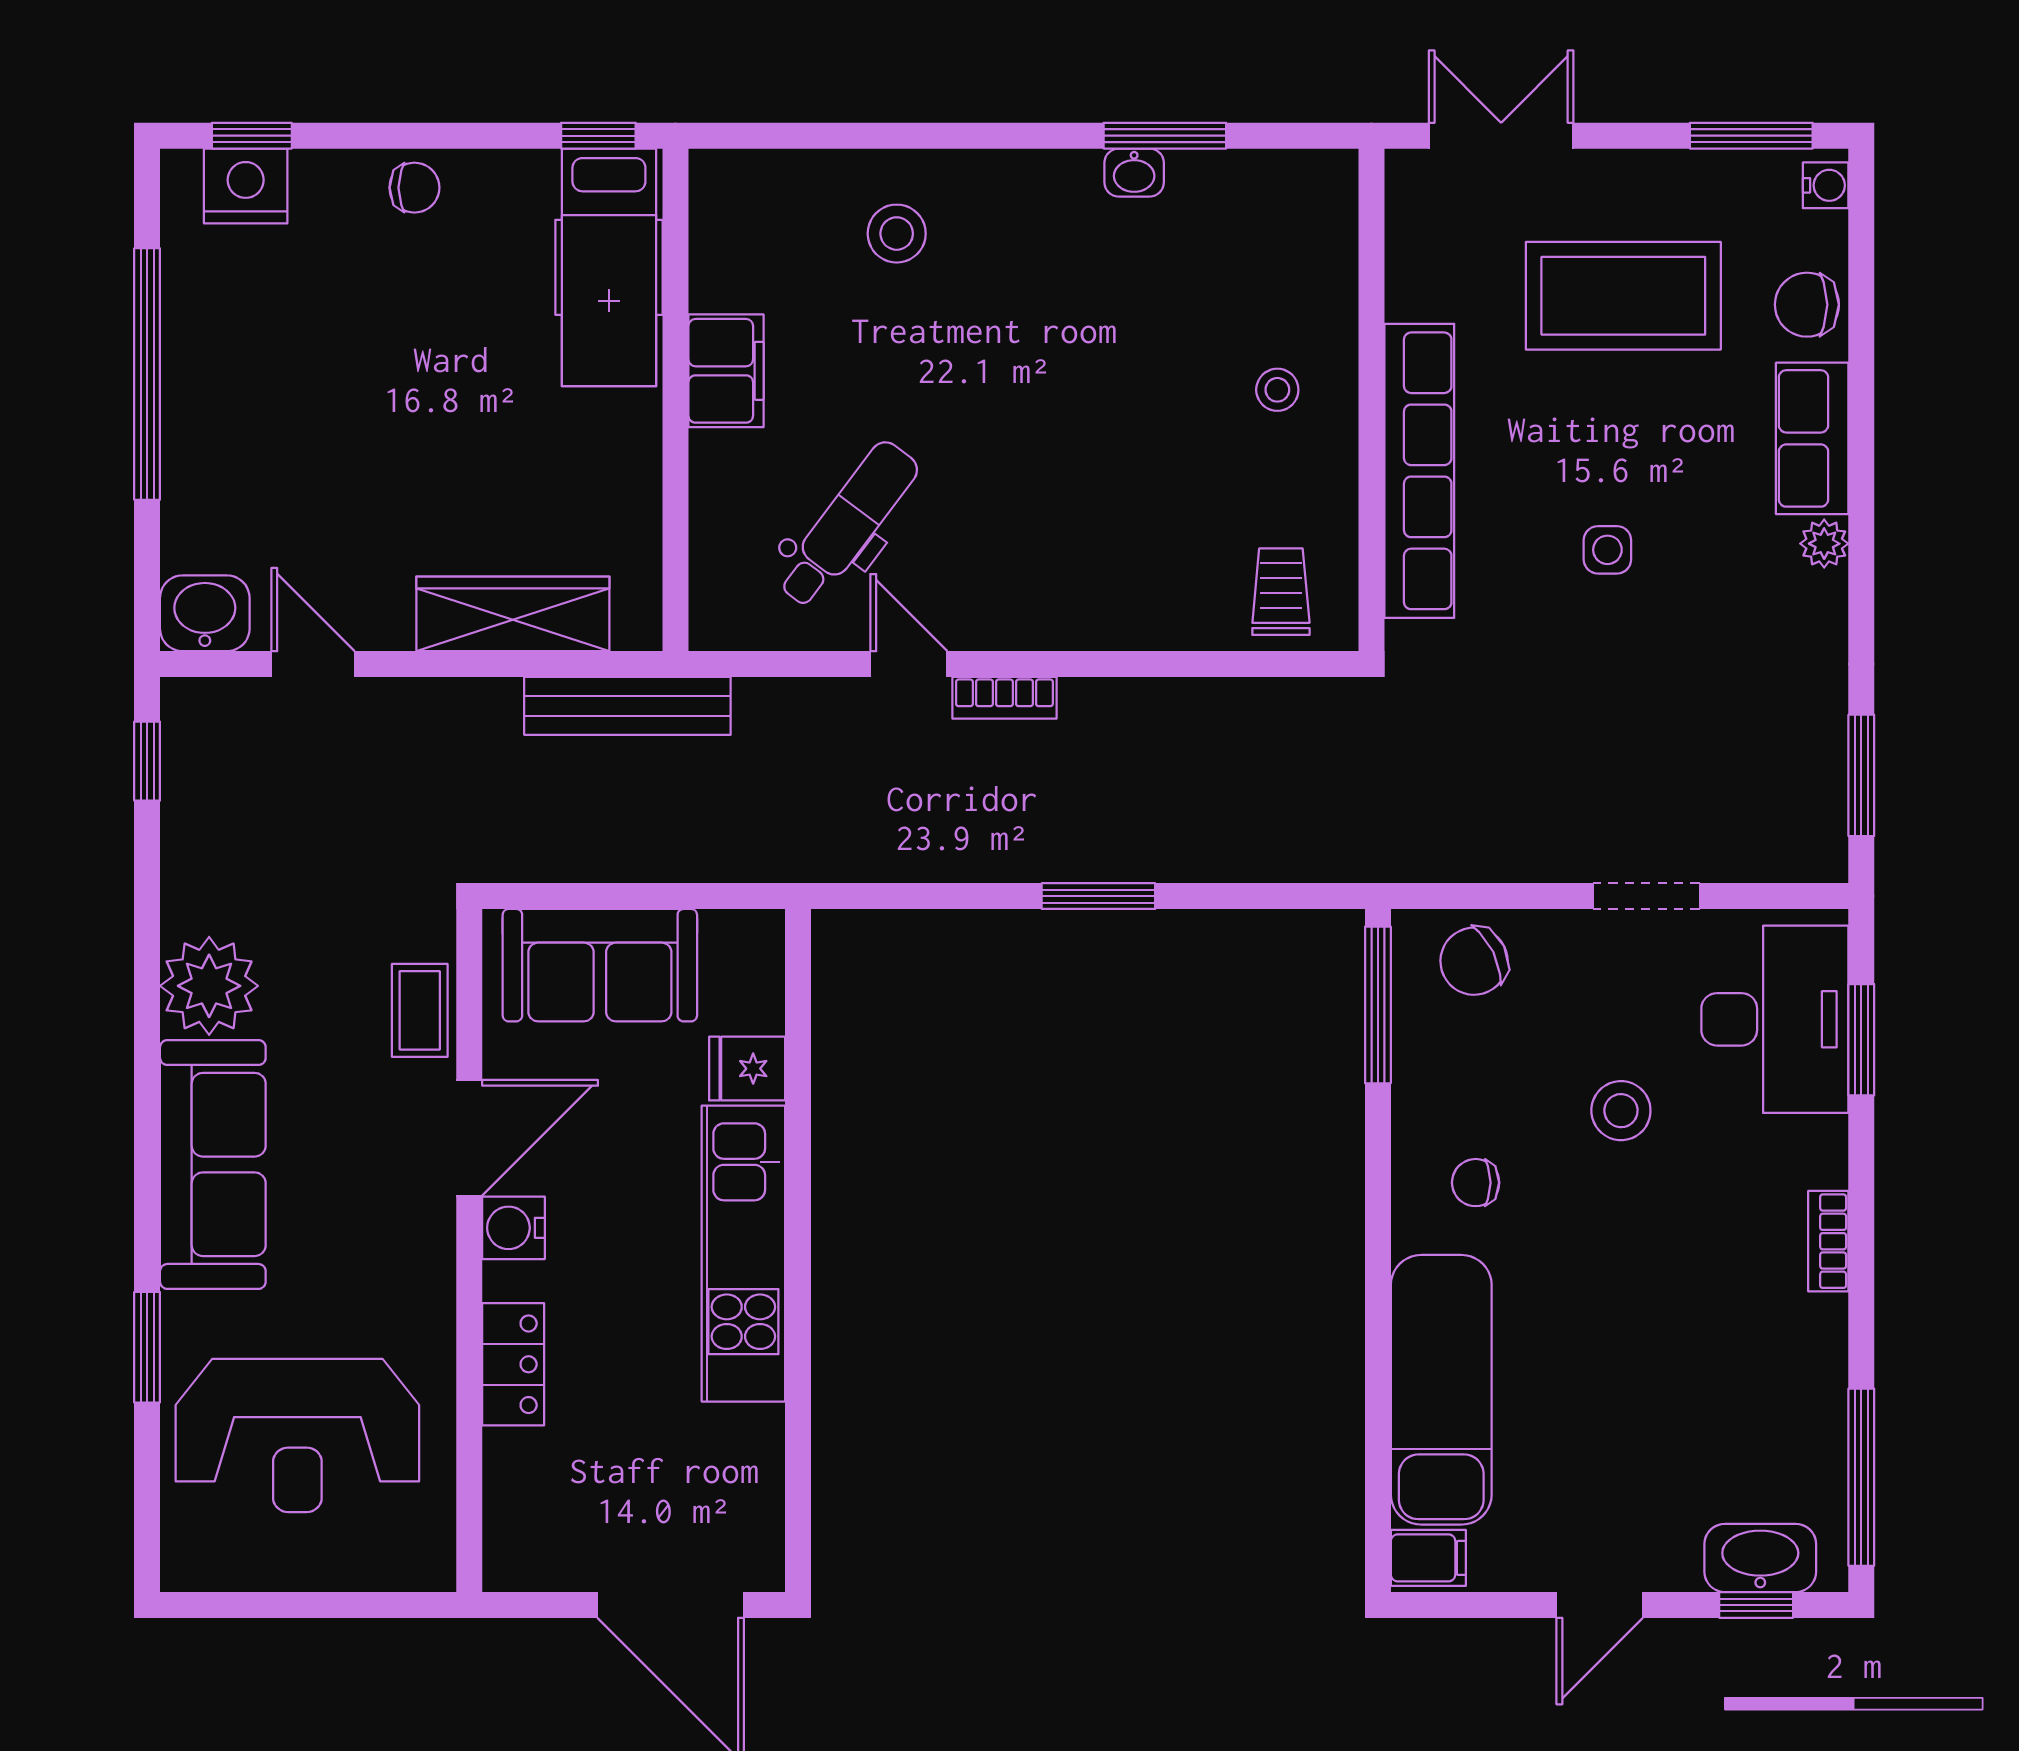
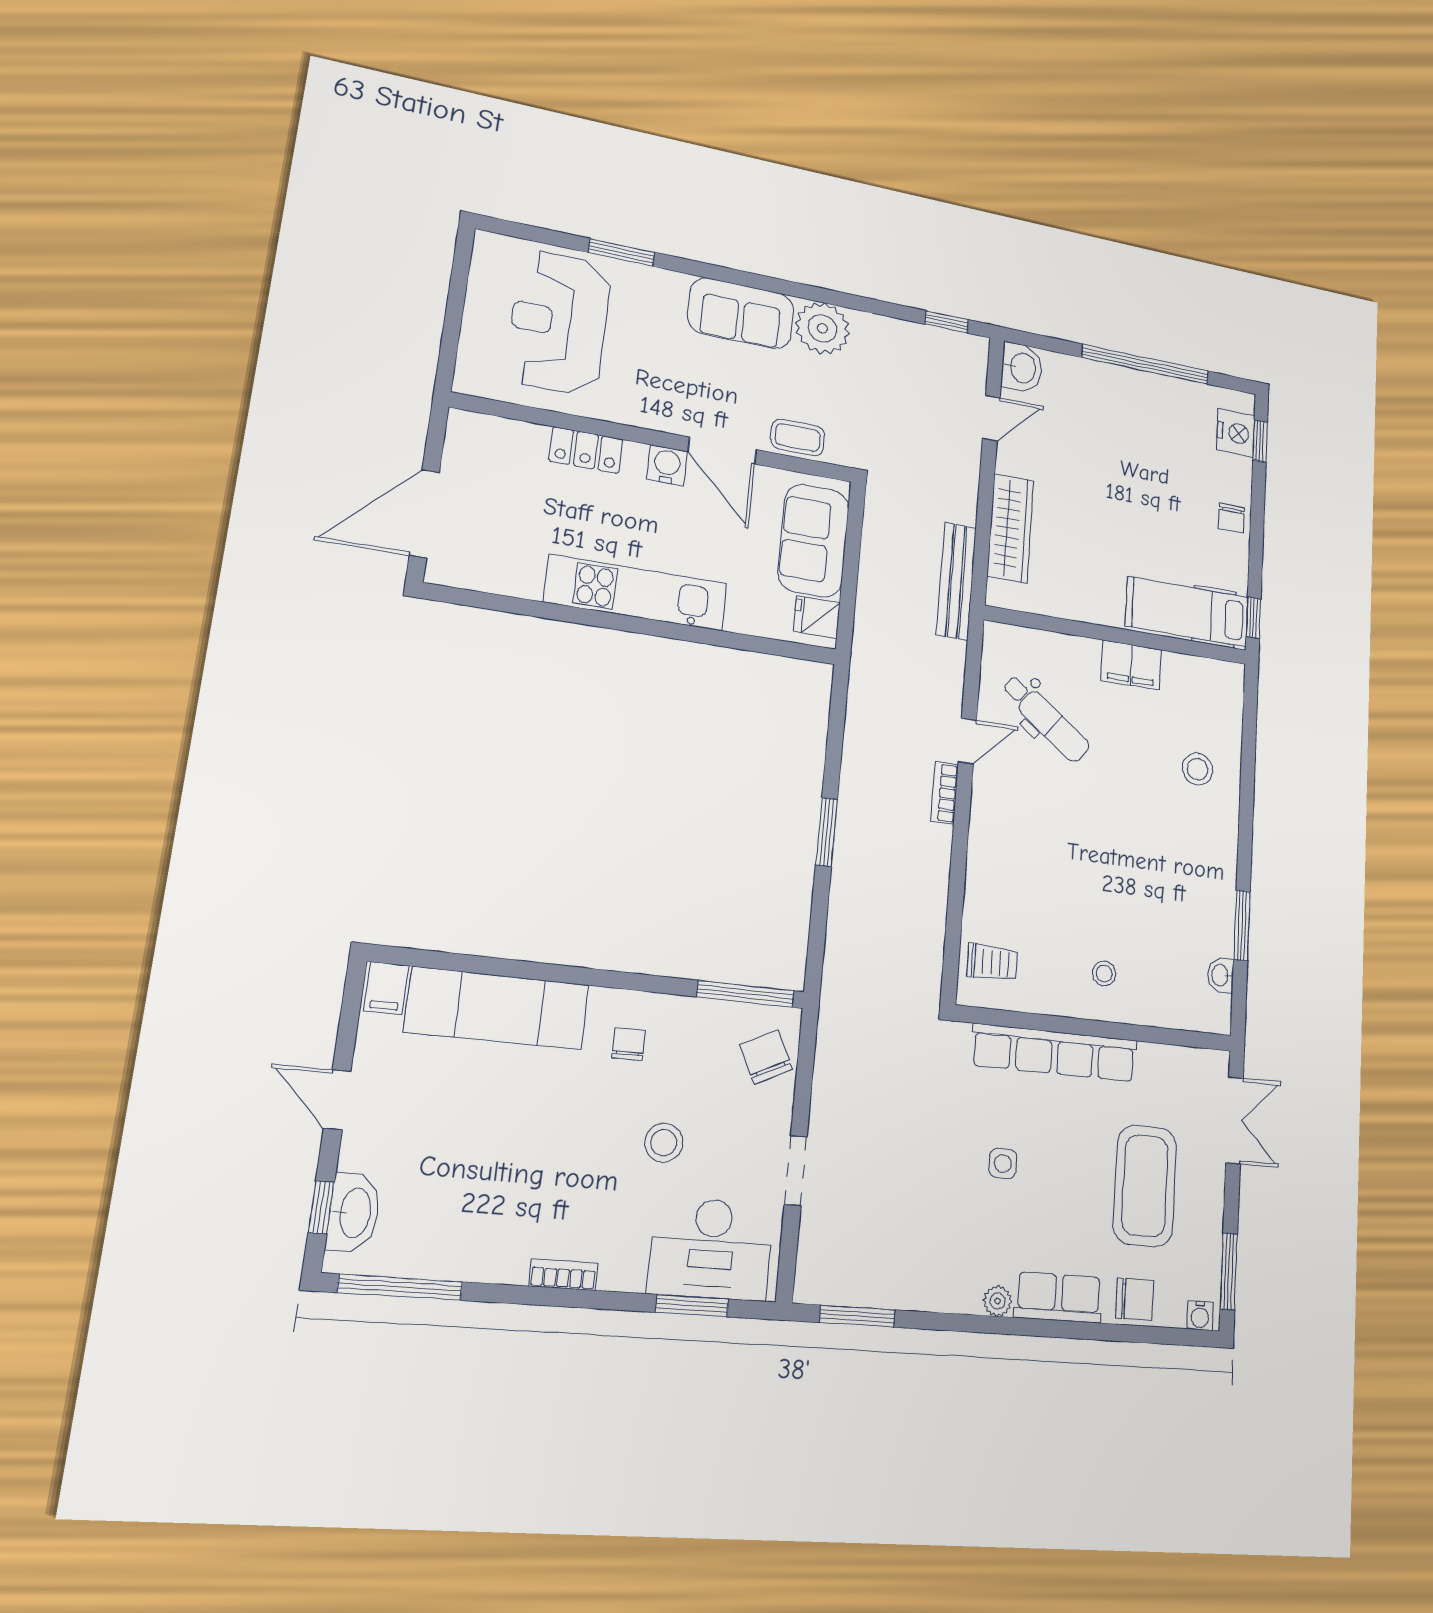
washbasin: (1134, 173) -> (1221, 975), moved
chair: (1807, 305) -> (1134, 1299), turned 90
fridge: (747, 1069) -> (817, 617), moved, turned -90
sofa: (213, 1164) -> (741, 313), width x0.73

